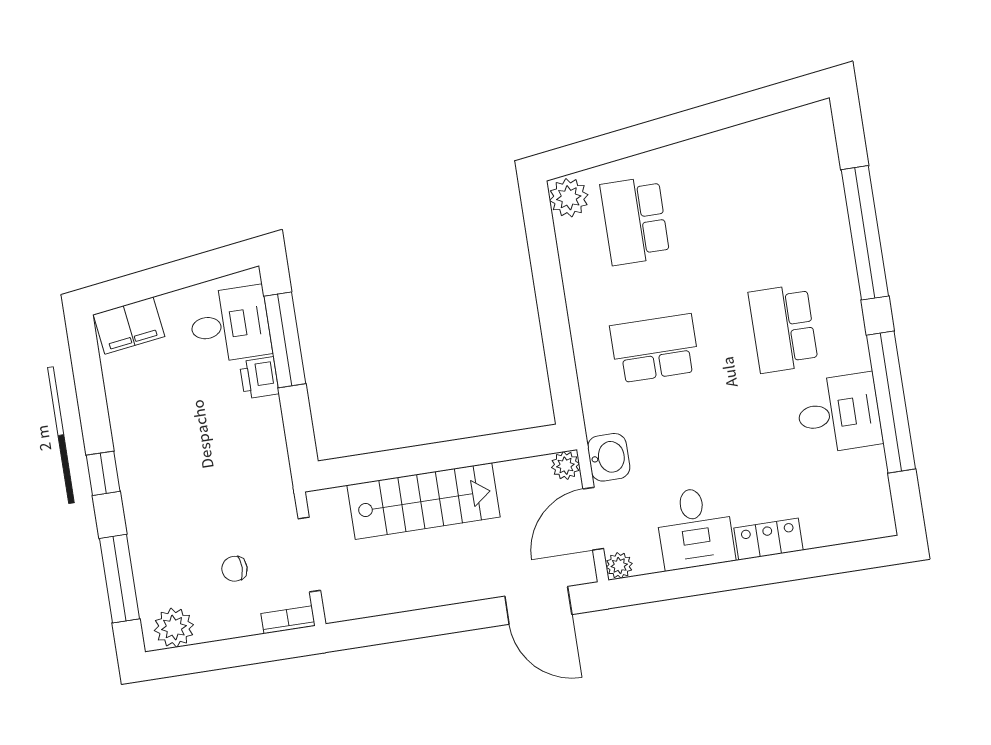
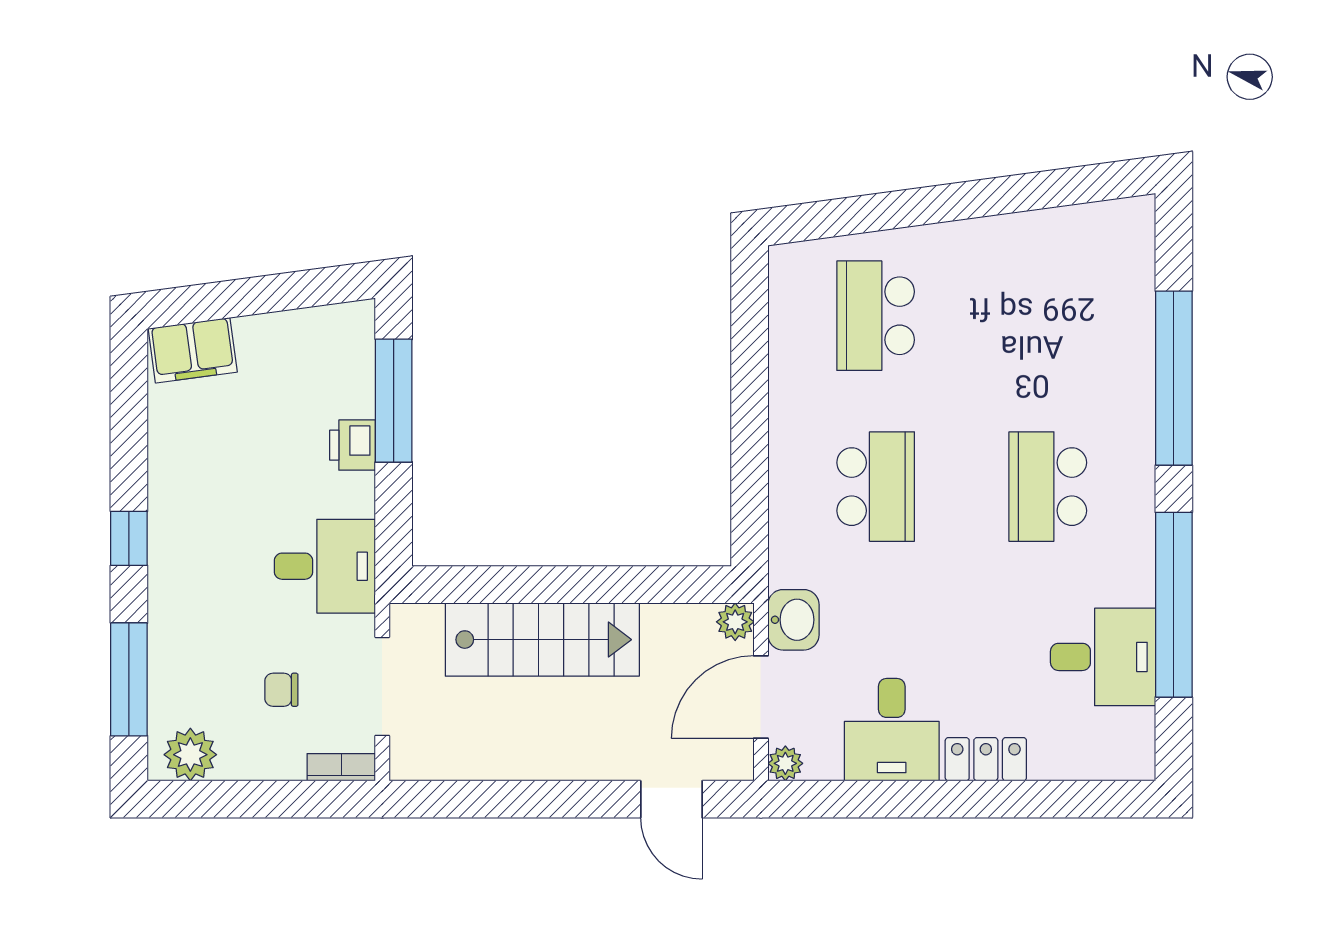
plant: (569, 198) -> (794, 272), removed
desk: (230, 325) -> (325, 566), moved
school desk: (655, 348) -> (876, 487), turned 90
desk: (839, 413) -> (1103, 657), moved
door: (538, 605) -> (671, 799), width x0.73

